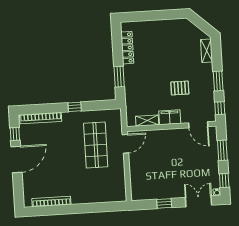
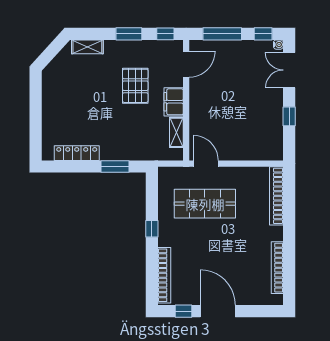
pallet: (180, 88) -> (135, 86), width x1.50, depth x1.42
window: (222, 150) -> (222, 34), width x1.44
bookcase: (105, 198) -> (276, 196), added

